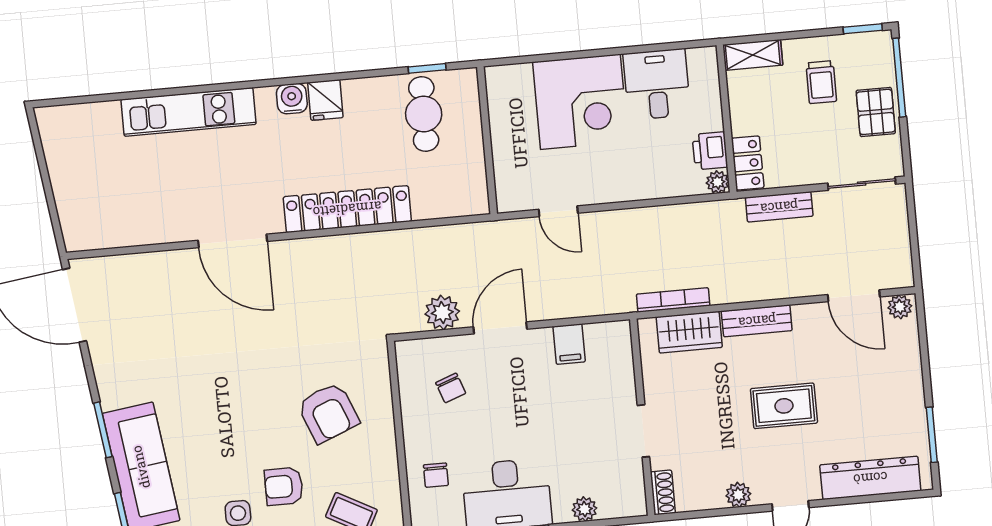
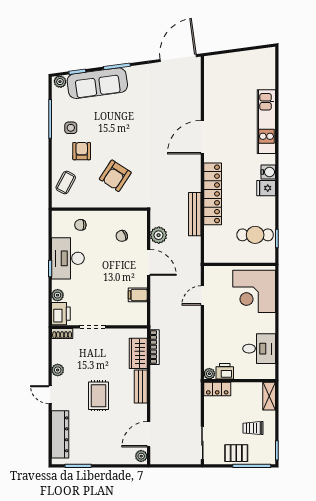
corner desk: (580, 102) -> (254, 291), moved
bench: (779, 207) -> (195, 214), moved, width x1.36
armchair: (328, 413) -> (115, 176), turned -35
printer: (622, 499) -> (61, 314), added

